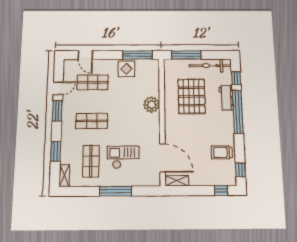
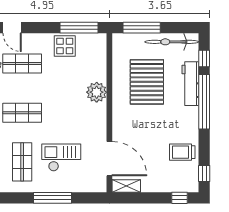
workbench: (226, 98) -> (190, 84), width x1.37

